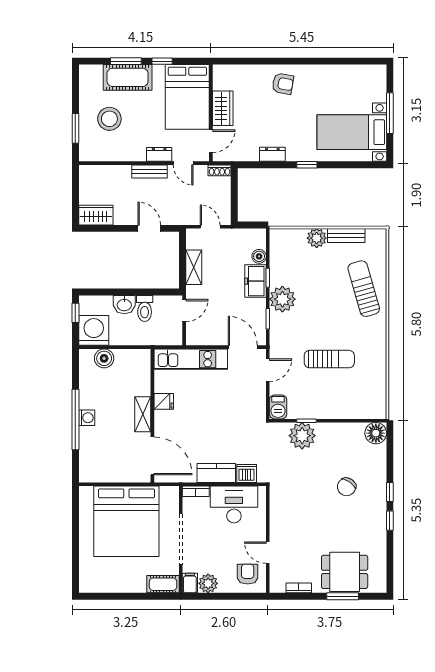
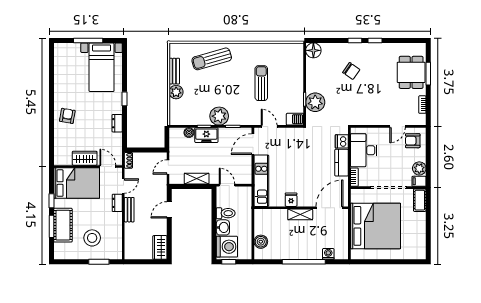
washing machine: (94, 330) -> (227, 247), moved, turned 180
washing machine: (87, 418) -> (328, 254), moved

